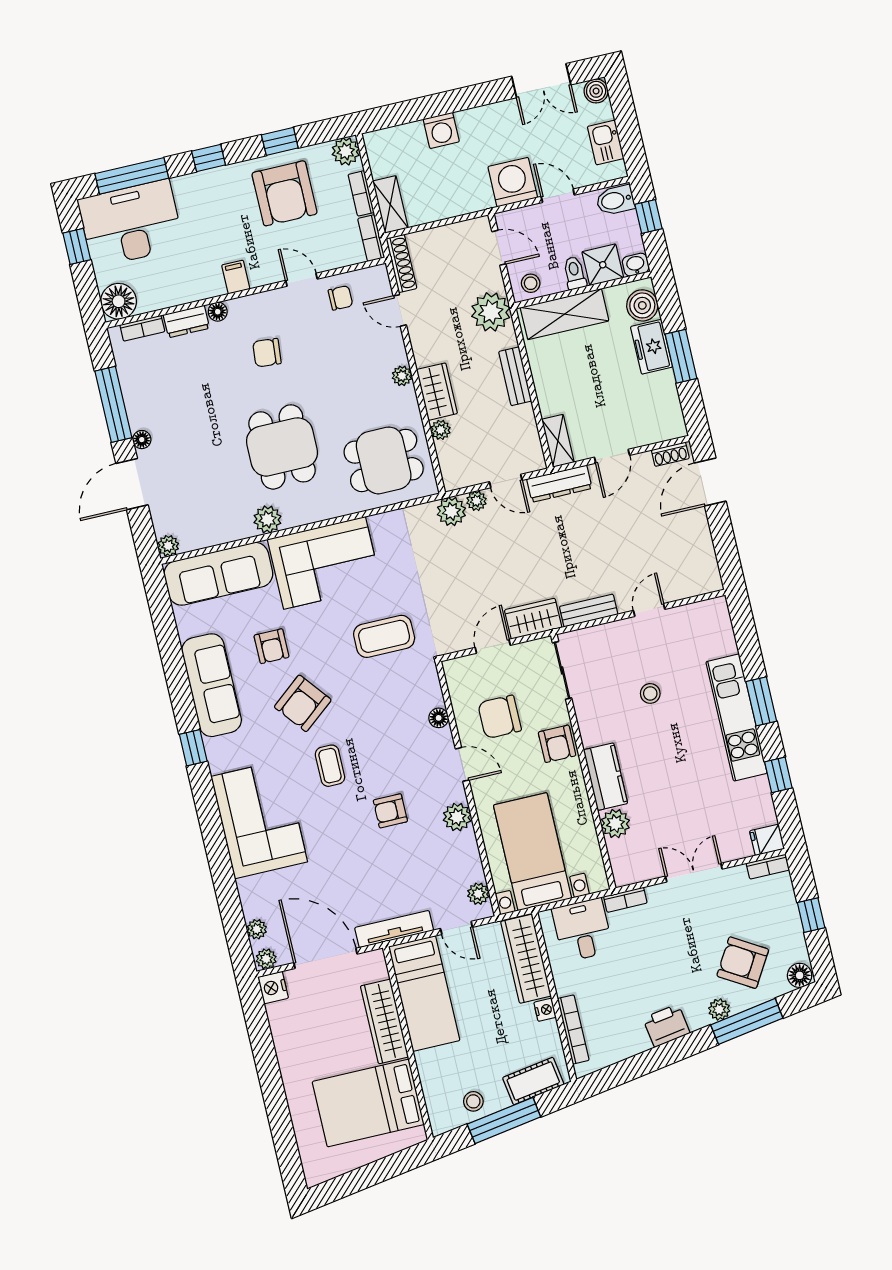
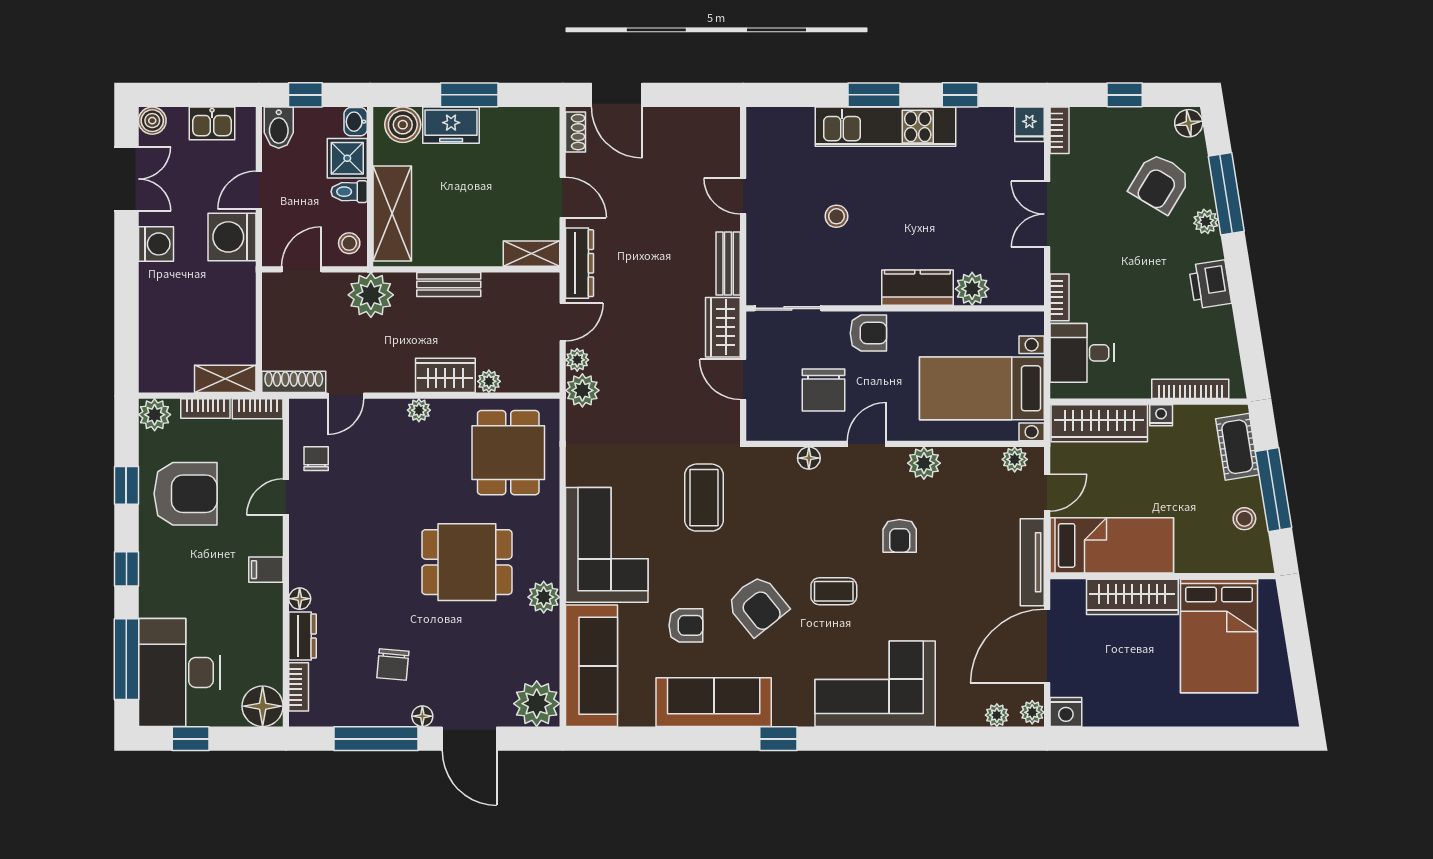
washing machine: (441, 130) -> (156, 244), moved
chair: (267, 353) -> (393, 664), moved
plant: (168, 546) -> (537, 704), width x1.87, depth x1.87

